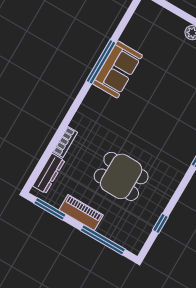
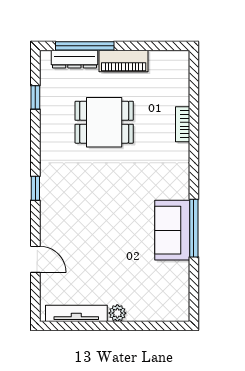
dresser: (49, 173) -> (74, 59), moved, turned -90
window: (50, 209) -> (158, 46), removed

